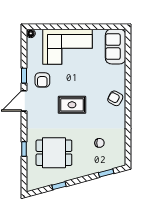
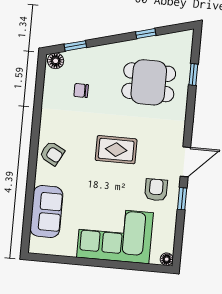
sofa: (116, 47) -> (46, 211), moved
window: (24, 149) -> (193, 74), moved
floor lamp: (119, 162) -> (56, 61), added

